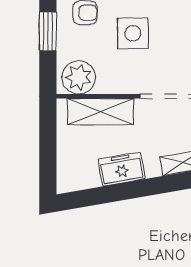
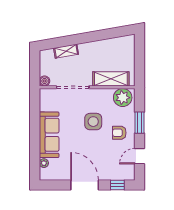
freezer: (122, 169) -> (99, 48), removed

